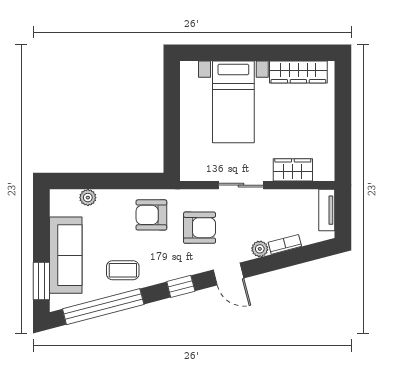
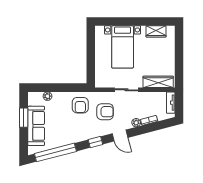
wardrobe: (298, 72) -> (156, 31), width x0.67
wardrobe: (293, 170) -> (158, 82), width x1.50
armchair: (151, 215) -> (80, 105), turned -90
coffee table: (123, 270) -> (66, 134), removed
window: (41, 281) -> (24, 118), moved

